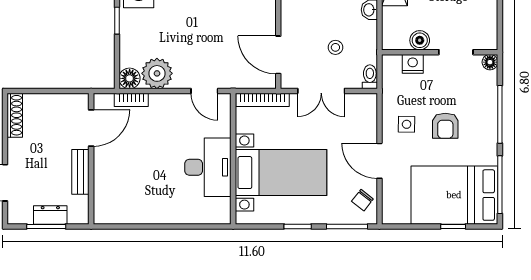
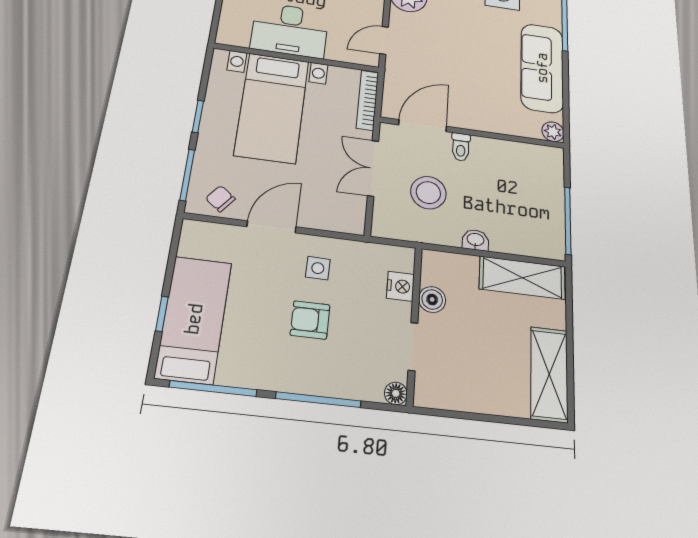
stool: (335, 47) -> (428, 193), width x1.89, depth x1.89
toilet: (370, 77) -> (461, 147), moved, turned 90
bed: (454, 195) -> (194, 319), width x0.67

